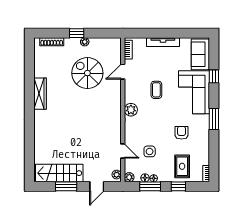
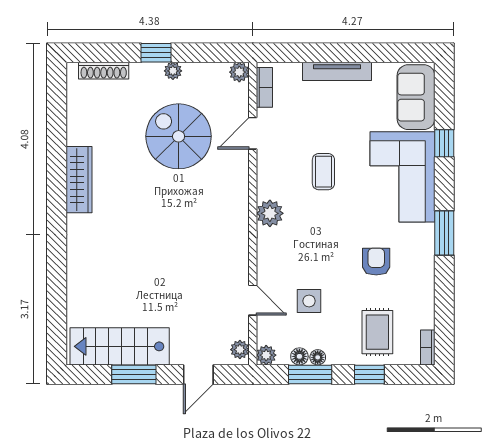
plant: (116, 42) -> (239, 72), added

